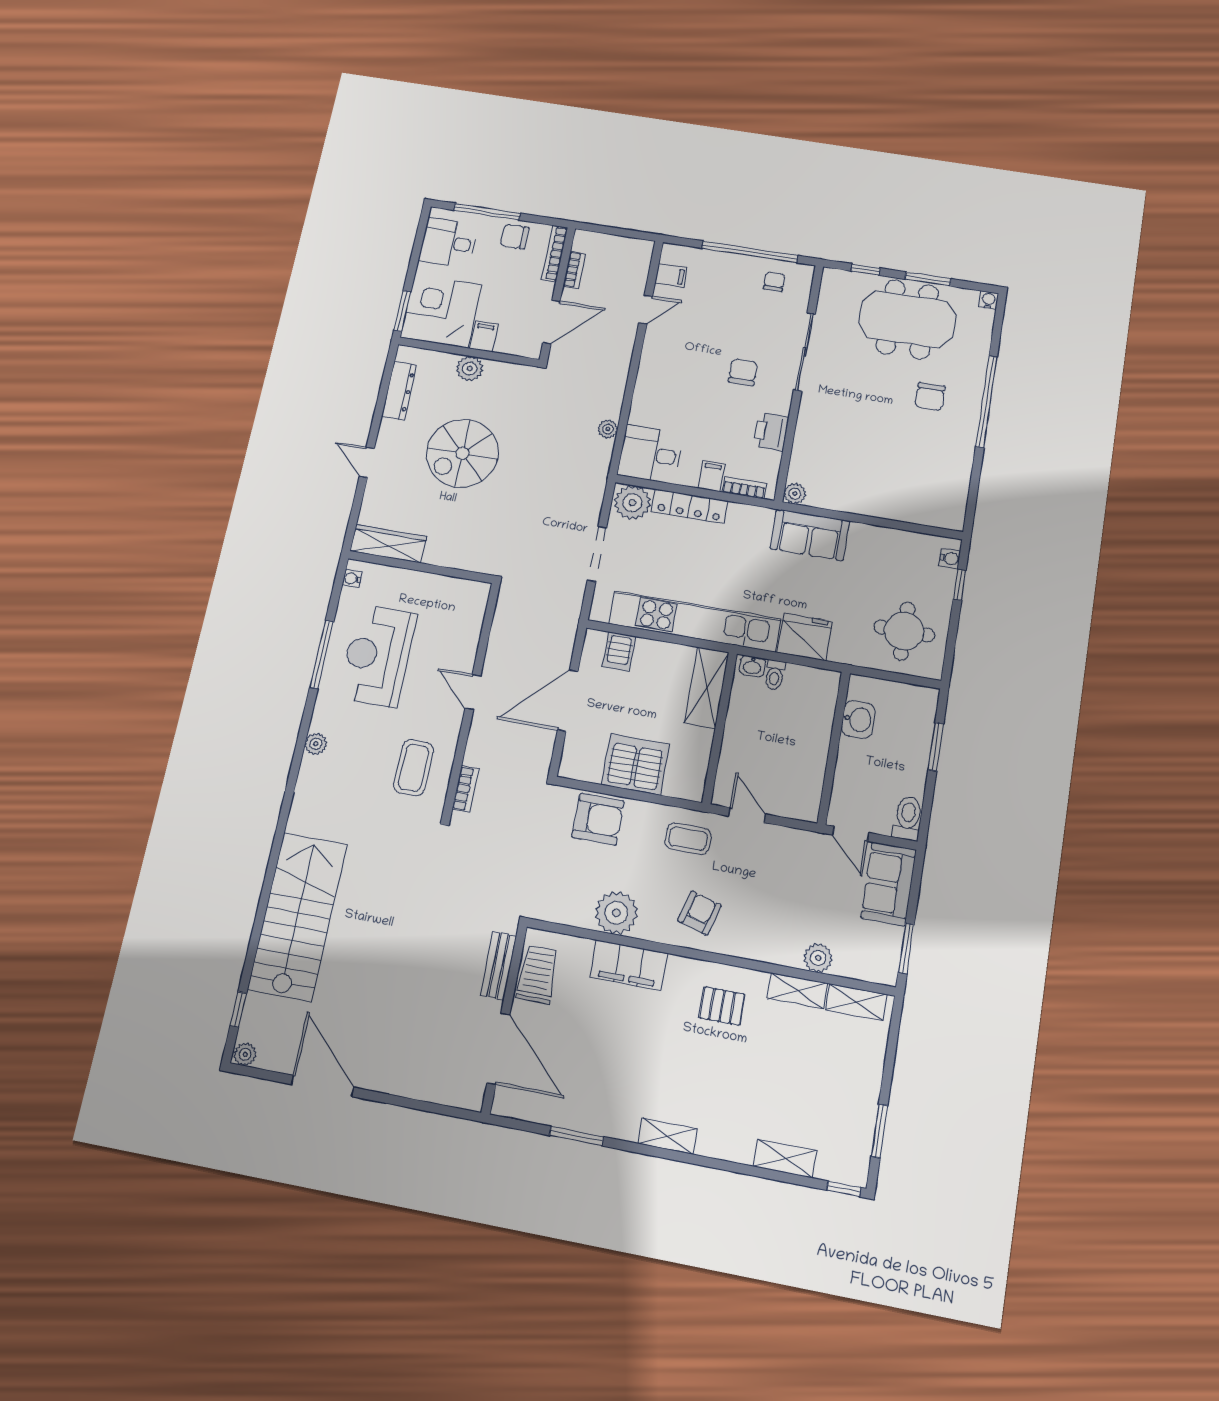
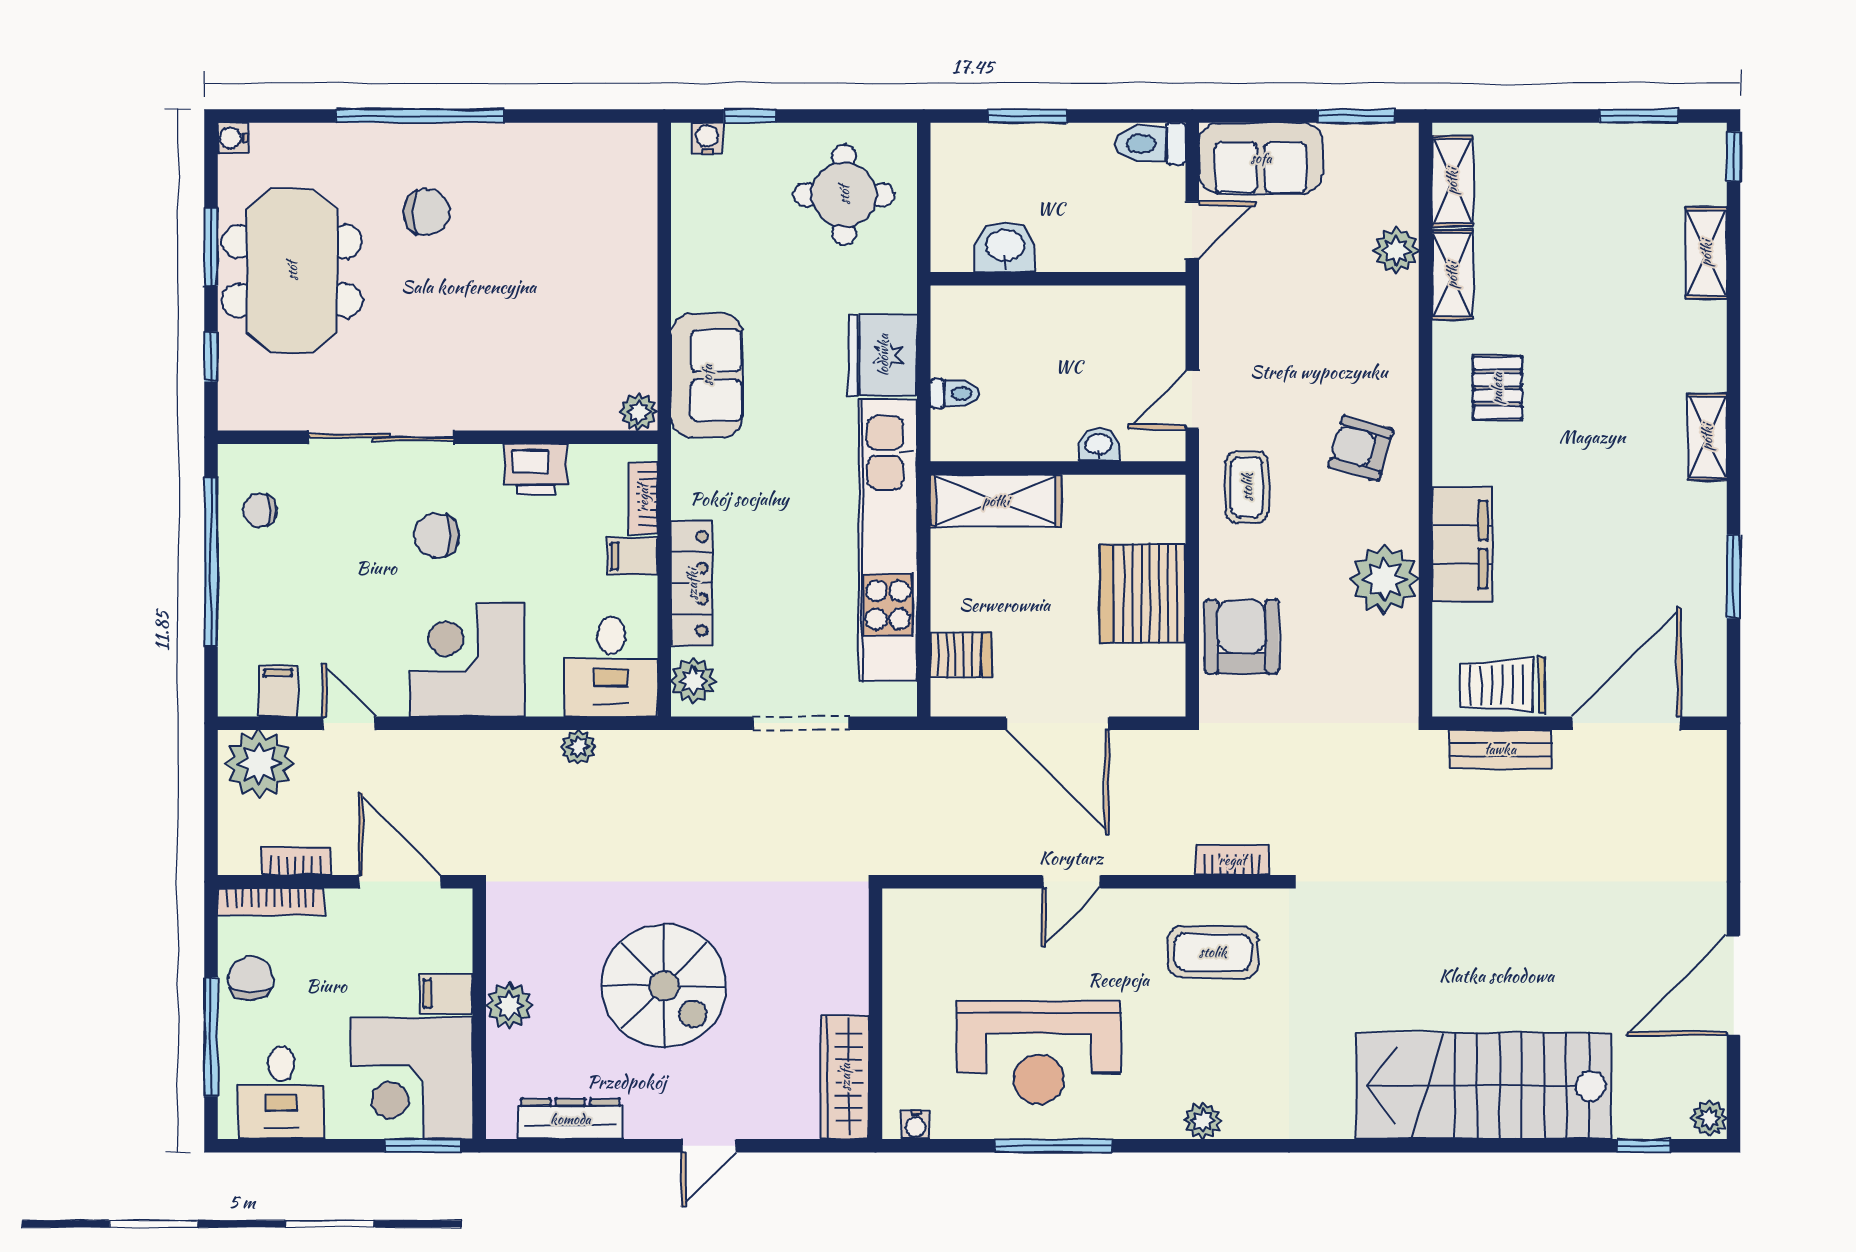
chair: (515, 237) -> (250, 978), turned 180
plant: (632, 259) -> (259, 764), added
corner desk: (670, 377) -> (467, 659), added
plant: (632, 503) -> (693, 681), width x0.73, depth x0.73
washbasin: (752, 666) -> (1099, 445), moved, turned -90

